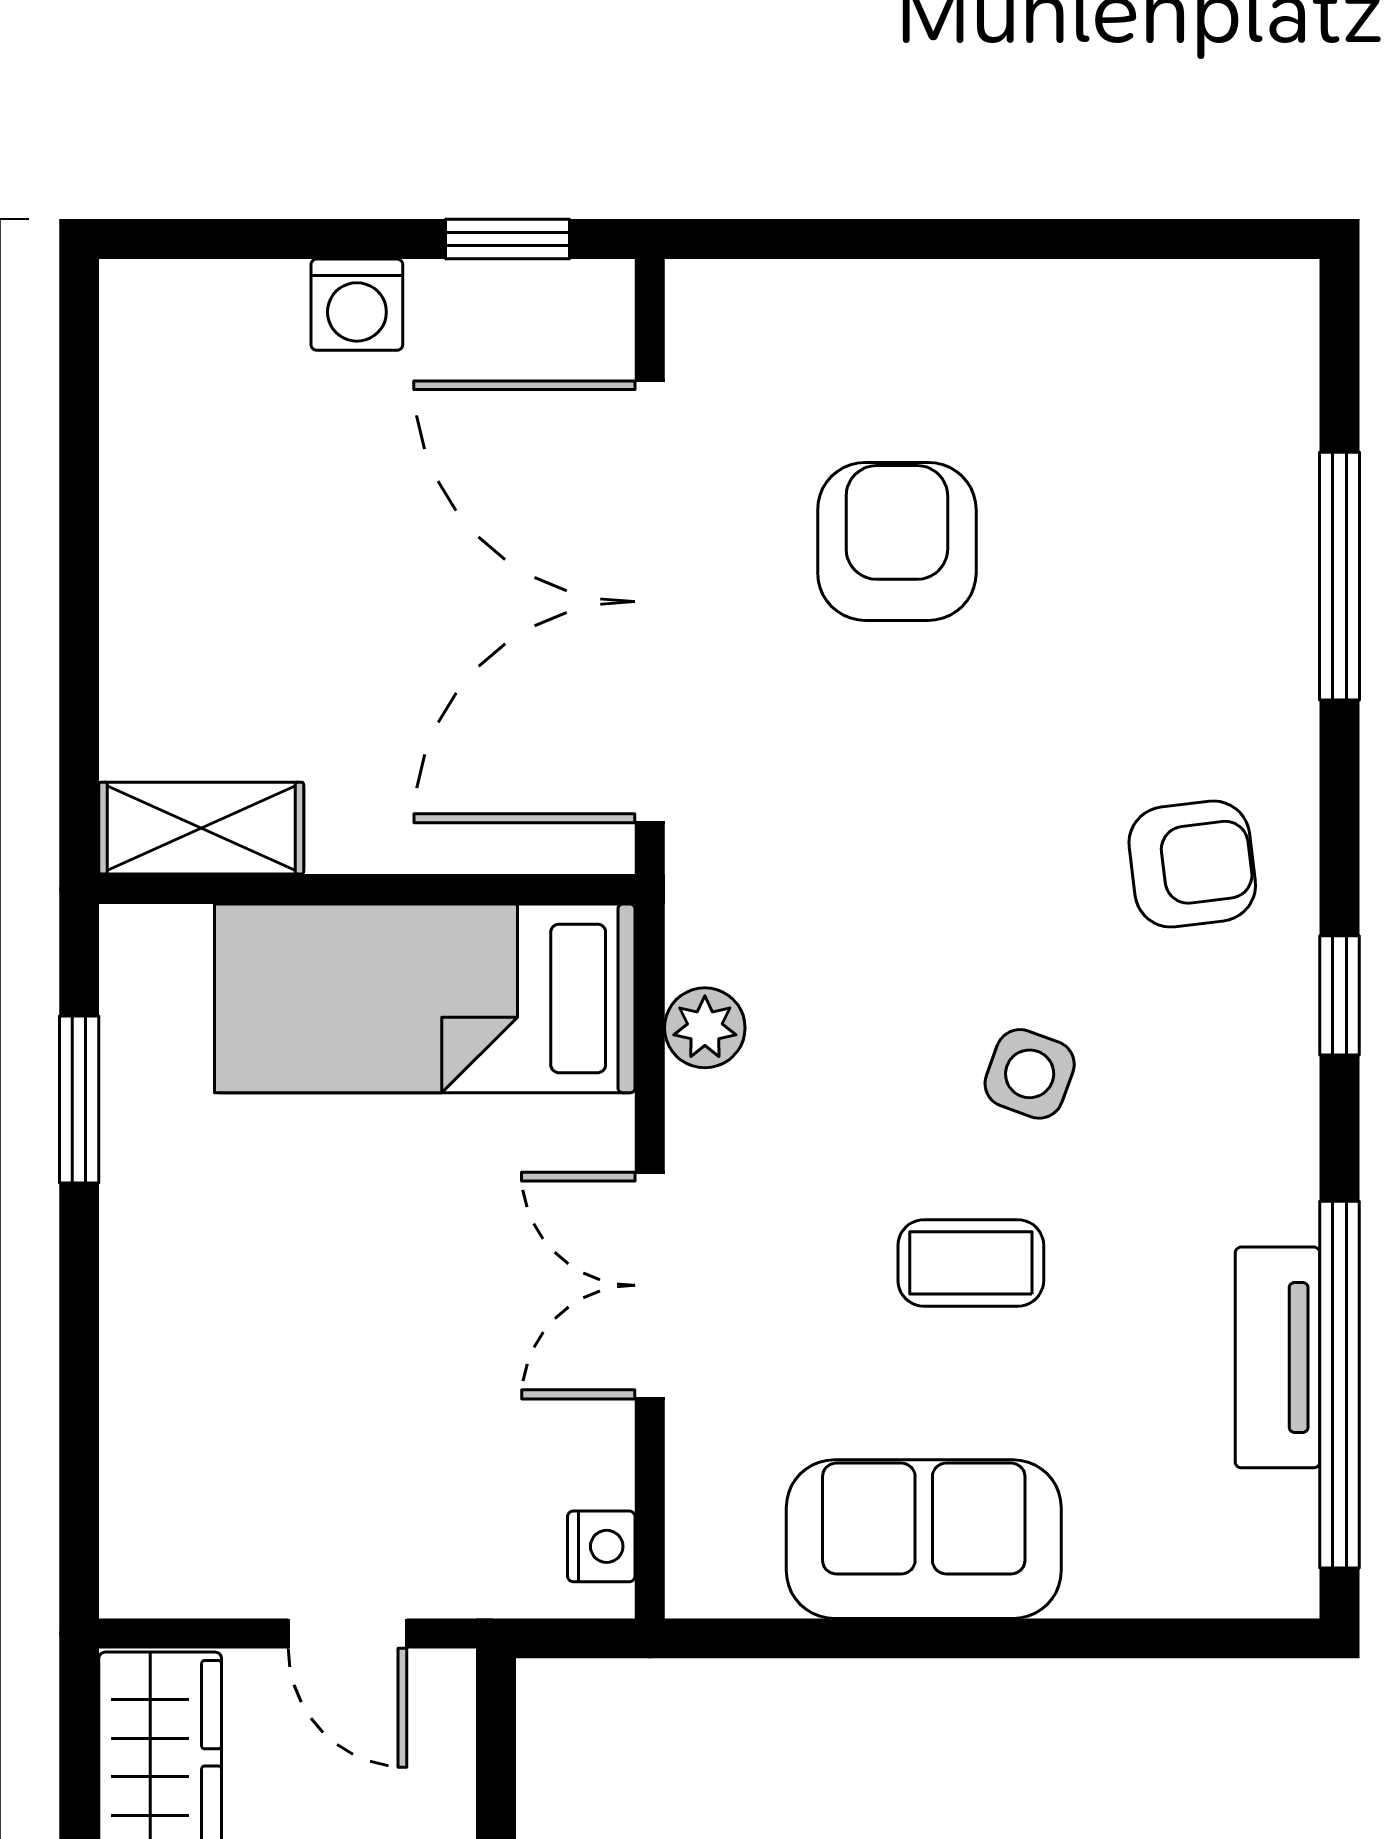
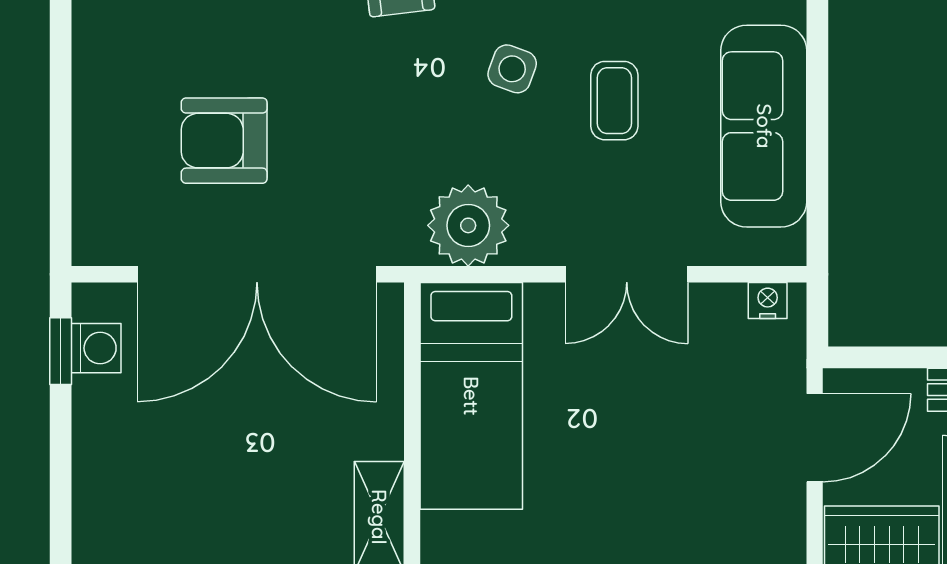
washing machine: (357, 305) -> (96, 348), moved
plant: (705, 1028) -> (468, 225), width x1.87, depth x1.87
sofa: (924, 1539) -> (764, 126), width x1.36
door: (348, 1633) -> (815, 438), width x1.38

